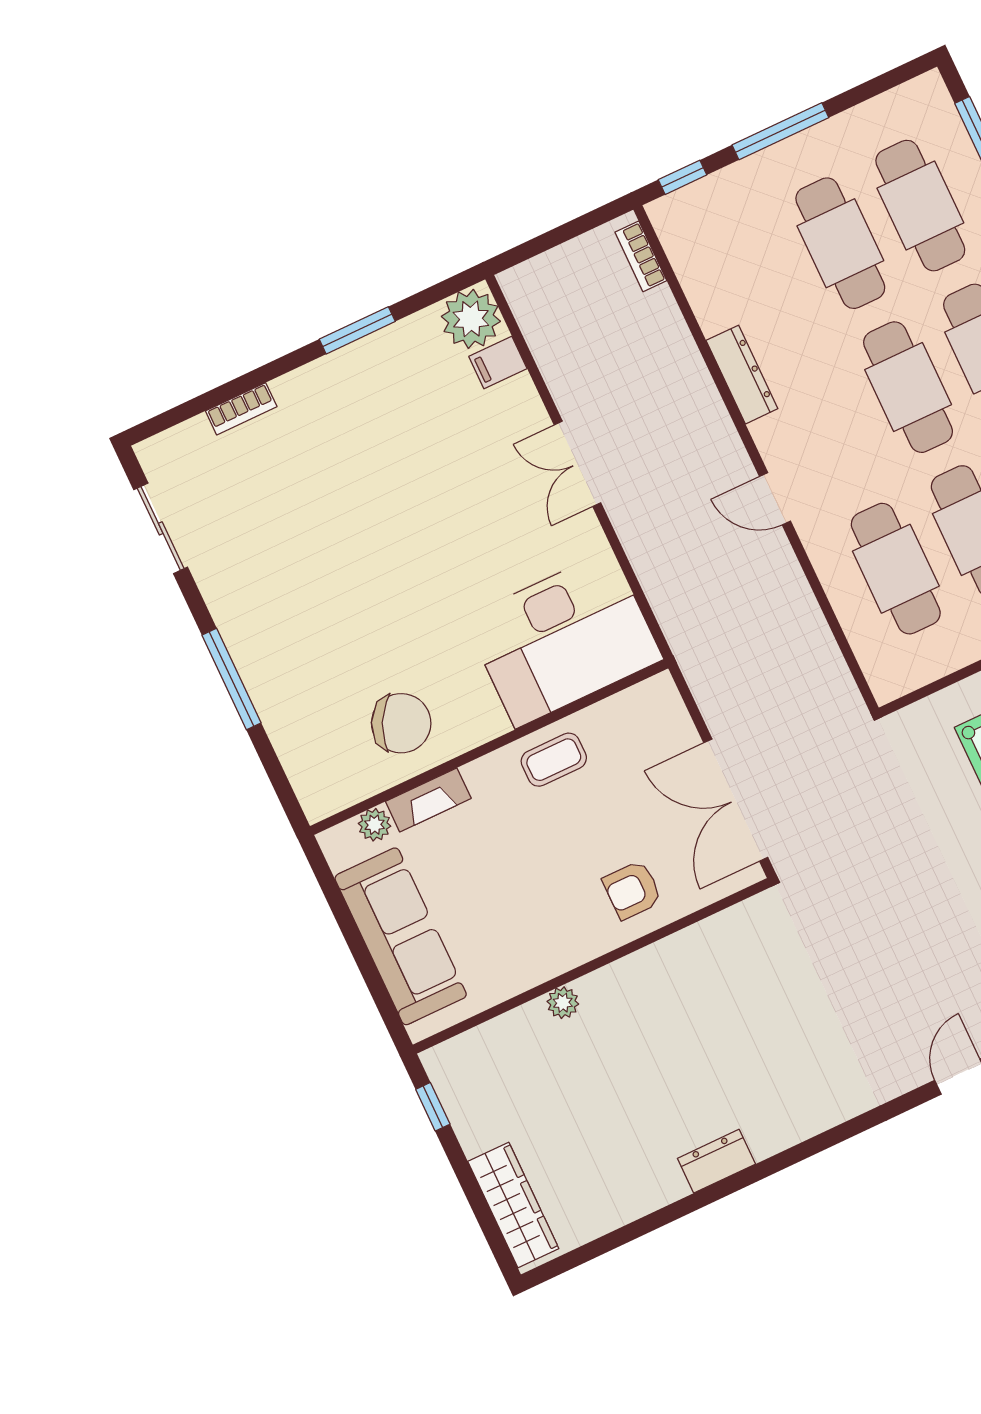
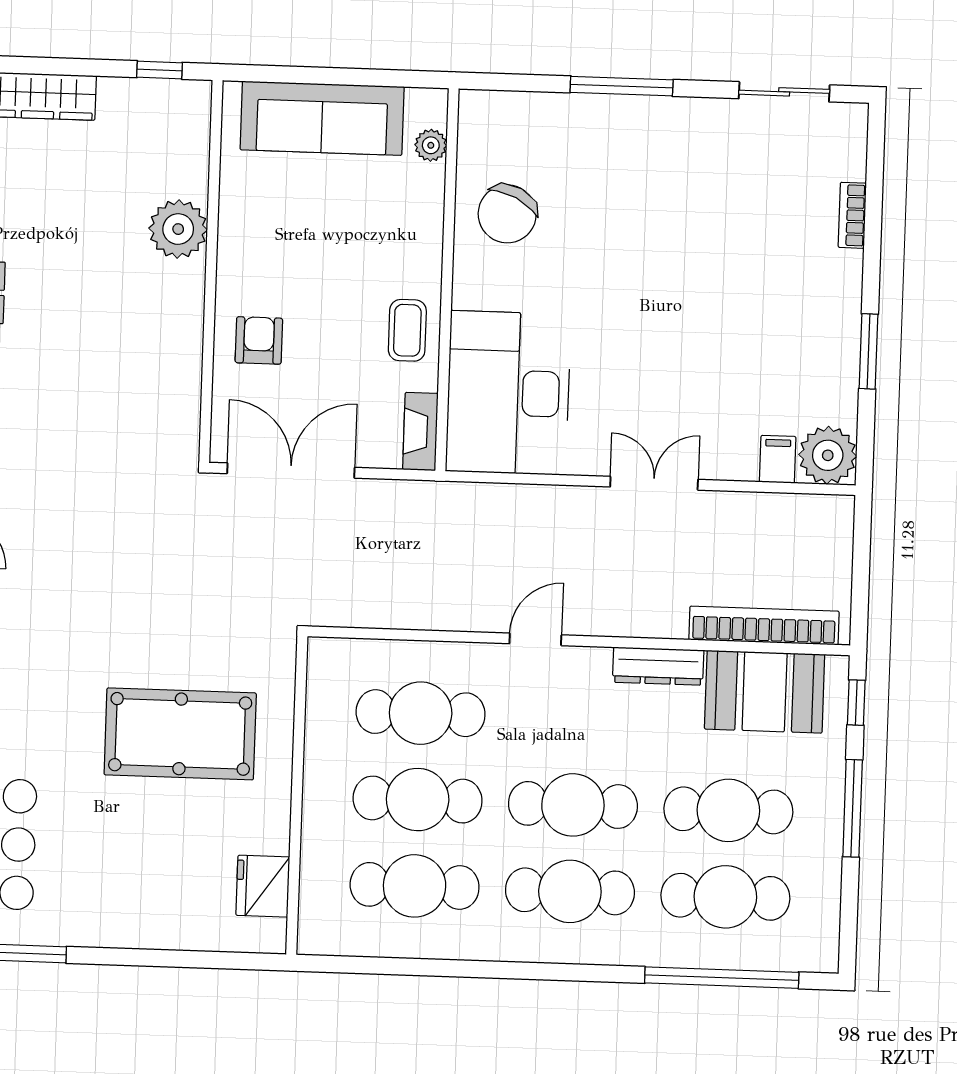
bookcase: (641, 256) -> (764, 626), width x2.31, depth x1.31
booth: (715, 266) -> (765, 692), added
fireplace: (428, 800) -> (420, 432), moved
plant: (563, 1003) -> (178, 229), width x1.87, depth x1.87

